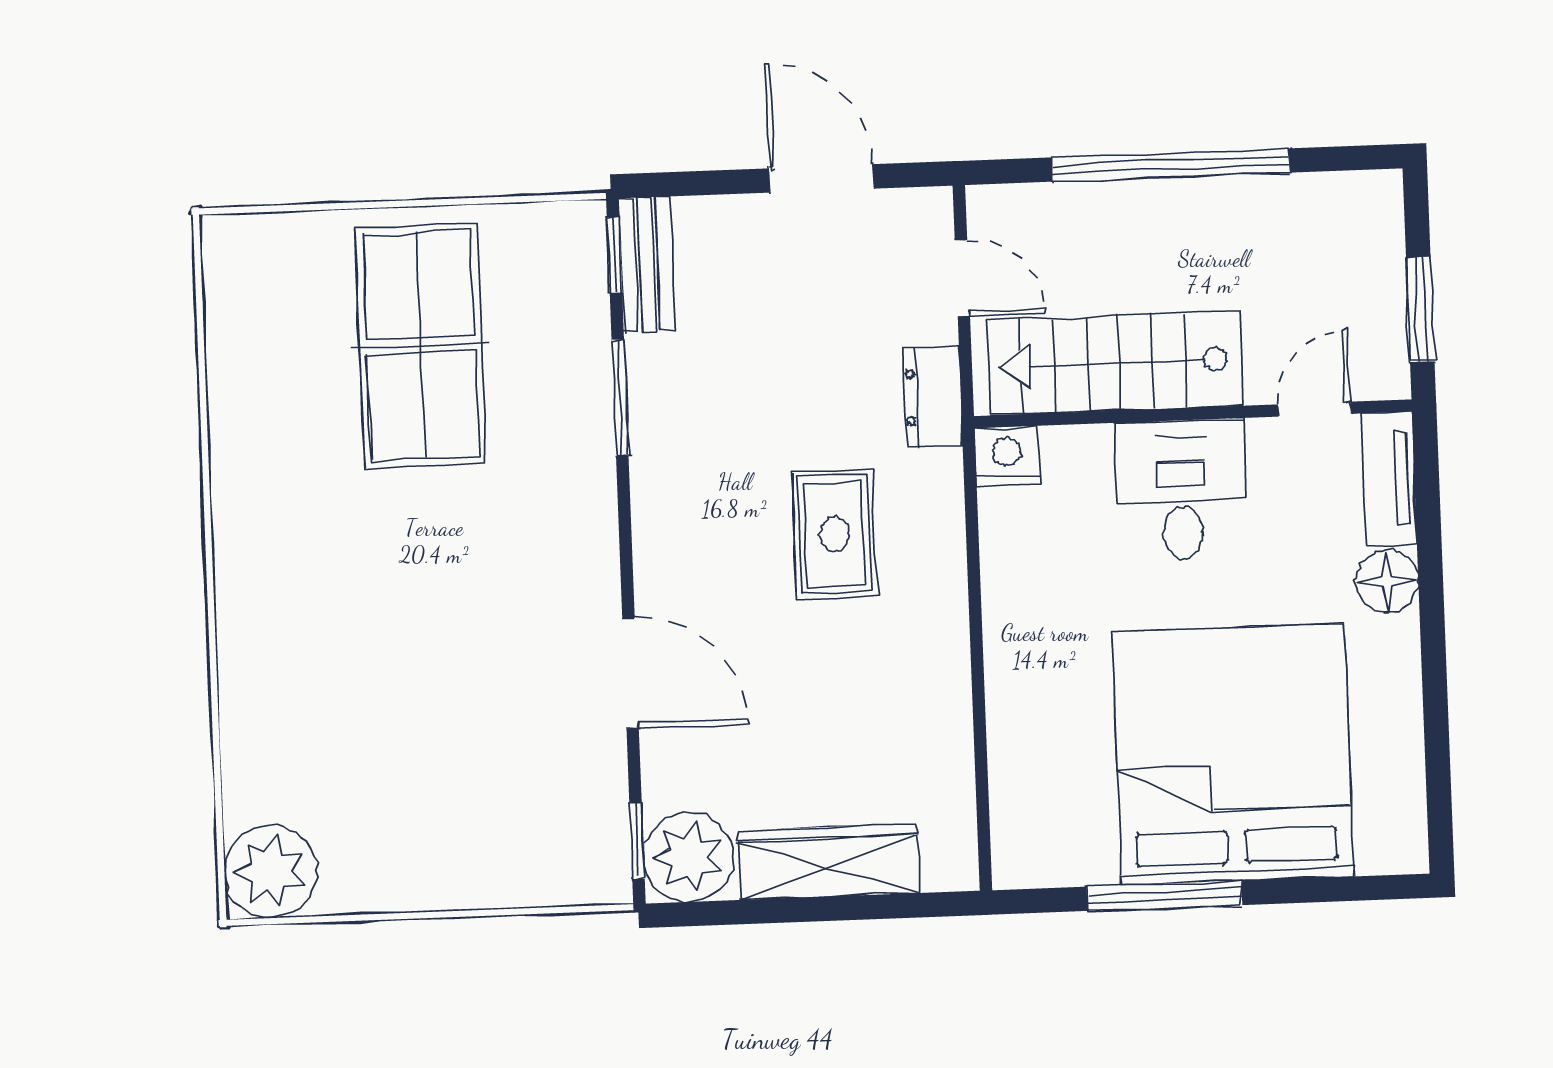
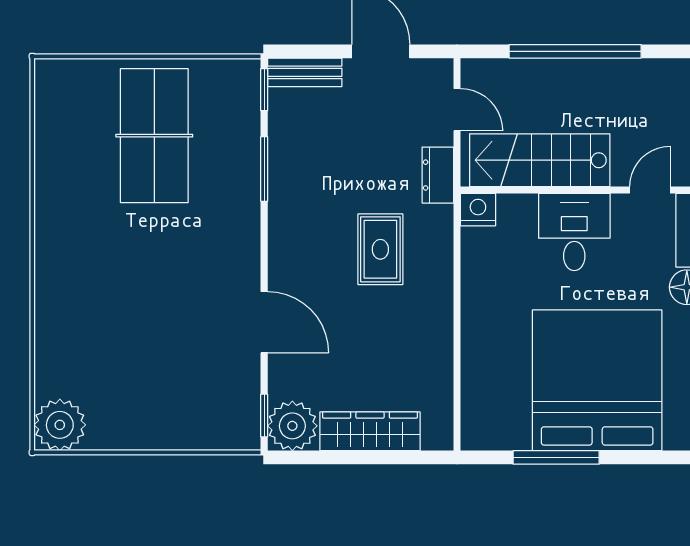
bench: (646, 264) -> (305, 72), moved, turned 90

